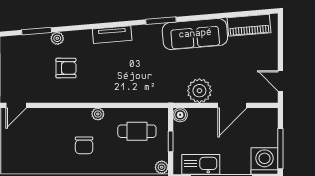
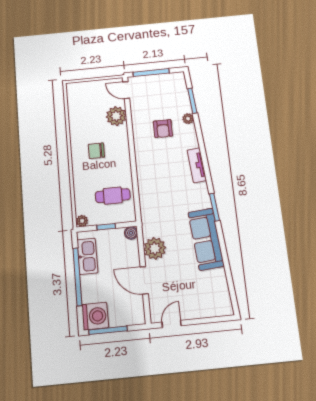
piano: (249, 25) -> (220, 289), removed
plant: (98, 114) -> (116, 116), moved, width x1.87, depth x1.87
cafe table: (137, 131) -> (113, 196), turned 90

